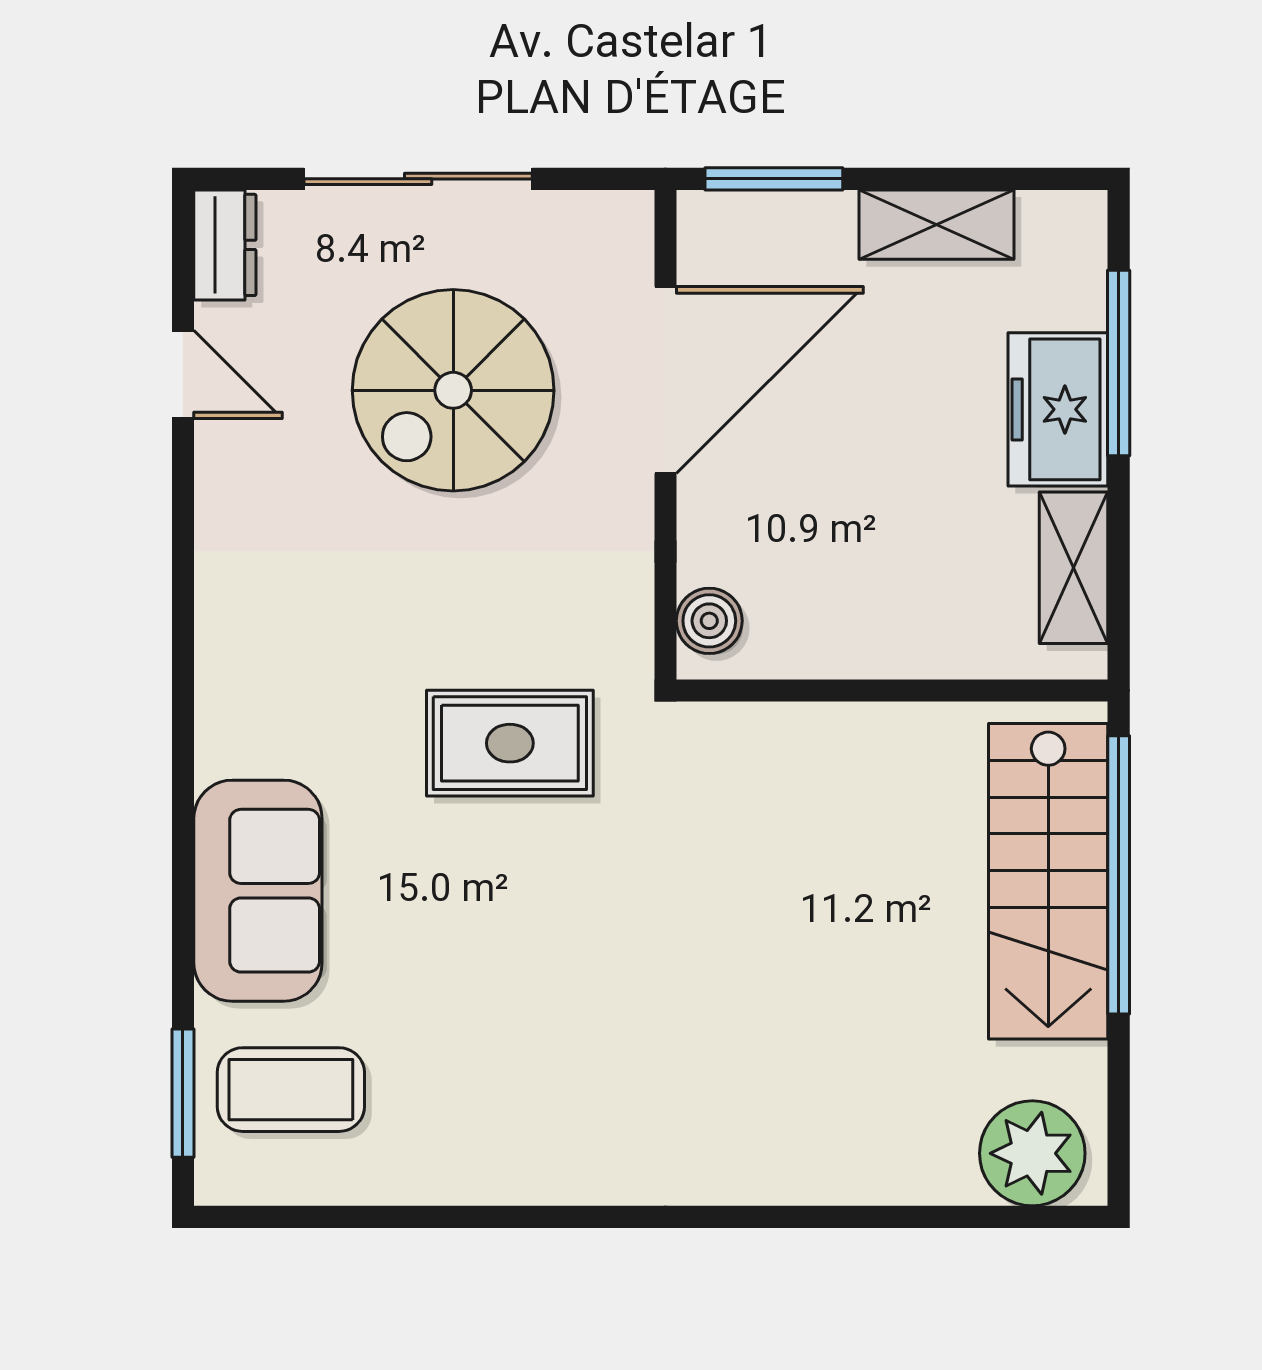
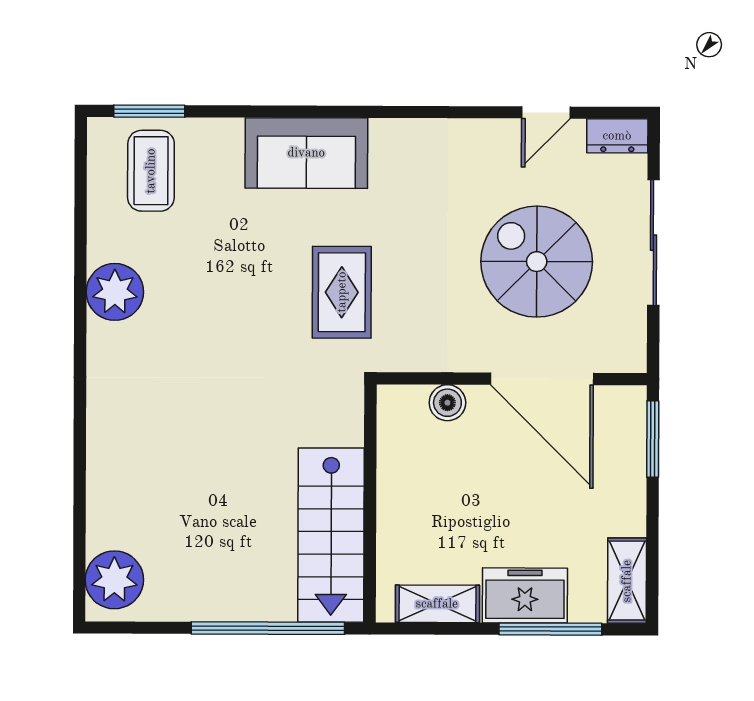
shelving: (936, 225) -> (627, 581), moved
boiler: (709, 621) -> (447, 403), moved
stairs: (1048, 881) -> (331, 535), moved, turned -90
sofa: (258, 891) -> (306, 153), moved
plant: (511, 1154) -> (115, 292), added

